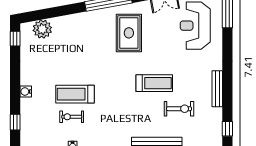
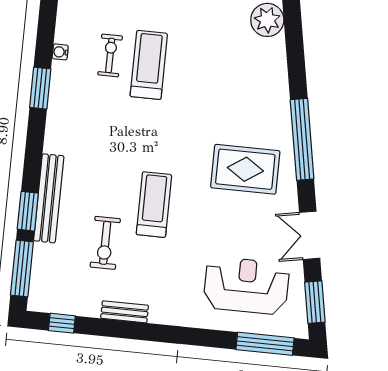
treadmill: (154, 83) -> (154, 205), turned 180
bench: (217, 89) -> (125, 312), width x0.73

